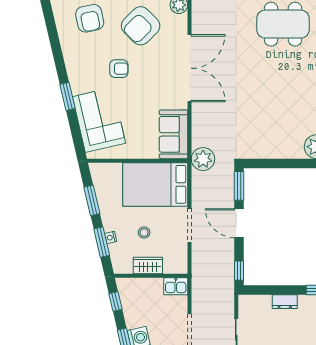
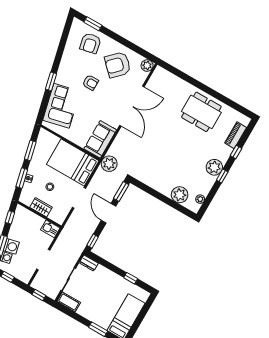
dresser: (285, 302) -> (89, 263), moved

